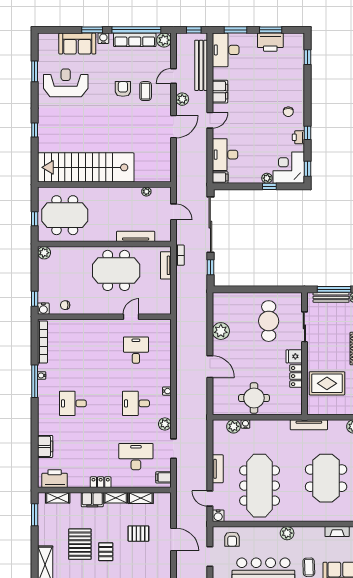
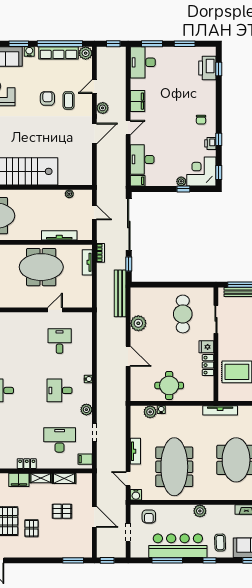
printer: (270, 42) -> (207, 68), moved, turned 90
bench: (201, 65) -> (120, 293), moved

